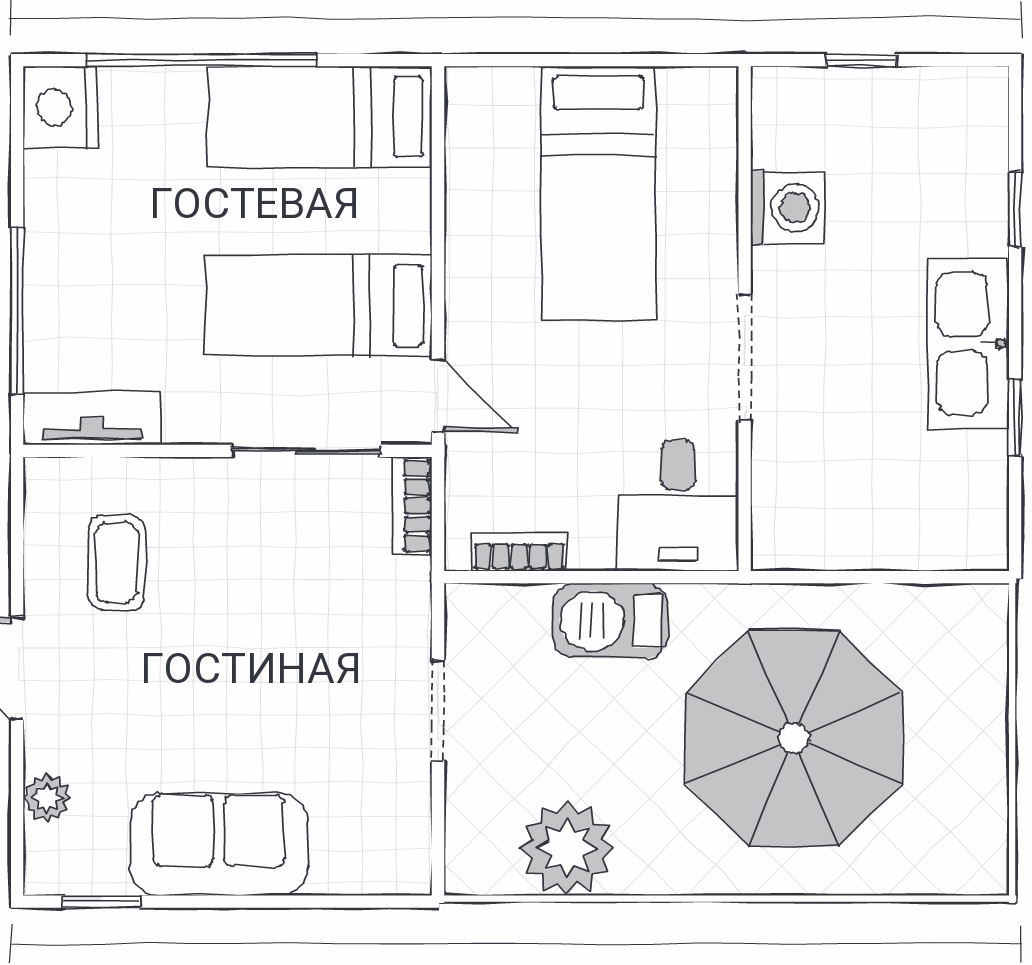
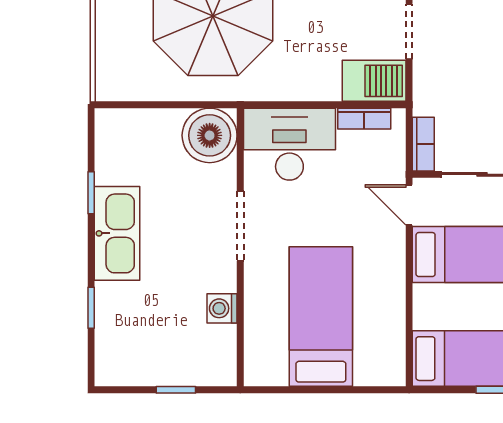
washing machine: (788, 208) -> (222, 308), width x0.73, depth x0.73
desk: (678, 506) -> (289, 144), width x1.37
boiler: (800, 521) -> (210, 135), added
barbecue: (610, 621) -> (374, 81), moved

